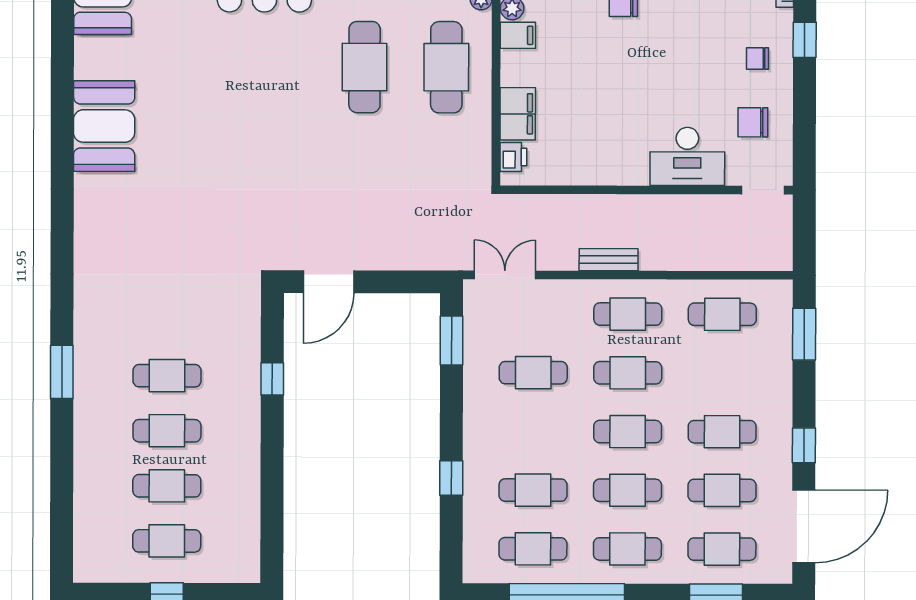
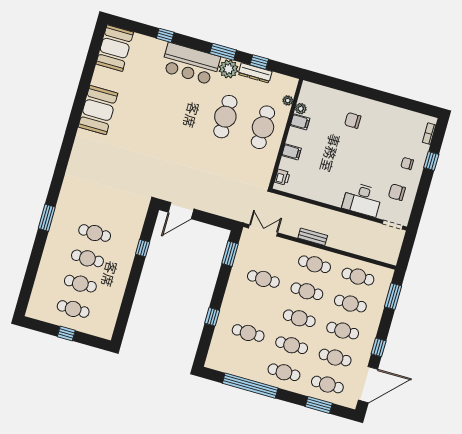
filing cabinet: (518, 114) -> (291, 152), width x0.50
cafe table: (533, 549) -> (350, 304), moved

